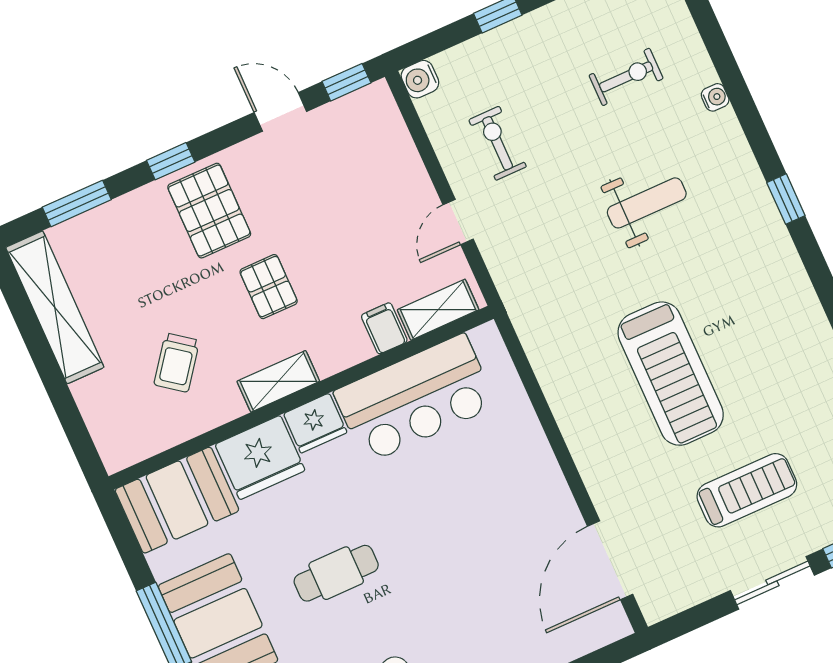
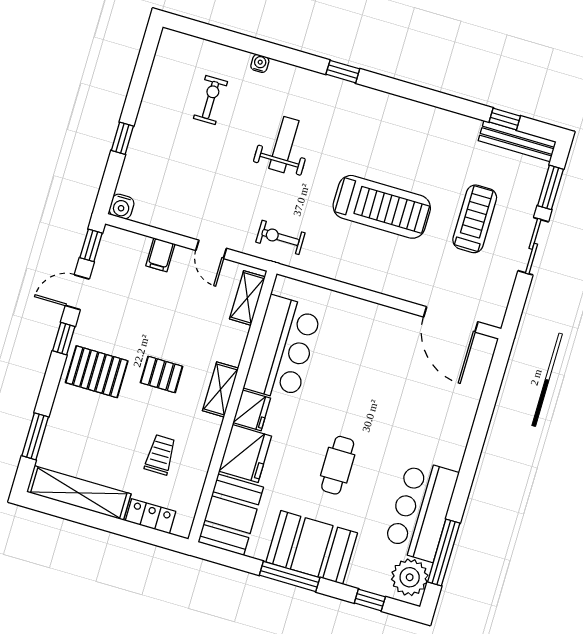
exercise bike: (498, 143) -> (280, 237), moved
window: (171, 161) -> (64, 339), moved
filing cabinet: (384, 328) -> (160, 255), moved, turned -90
trolley: (177, 363) -> (160, 455), turned -127
shelving: (278, 381) -> (220, 389), moved
locker: (98, 411) -> (151, 516), added

